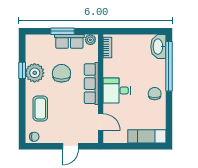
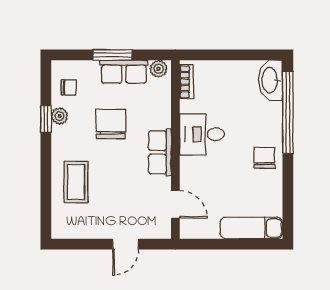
plant: (35, 73) -> (60, 116), width x0.53, depth x0.53
row of seats: (91, 84) -> (160, 152), width x0.68
desk: (117, 90) -> (202, 134), moved
chair: (34, 137) -> (69, 87), moved

